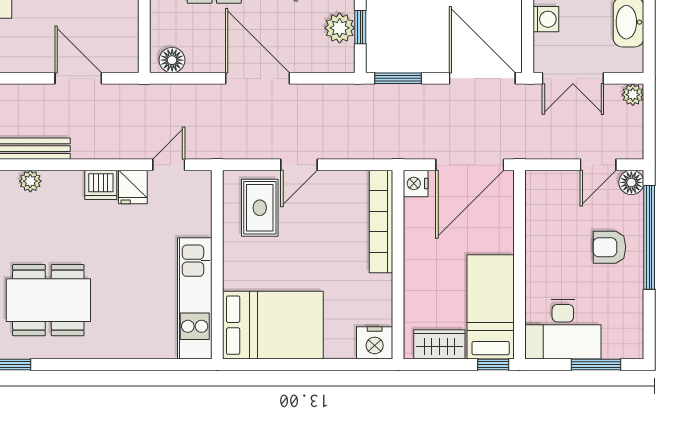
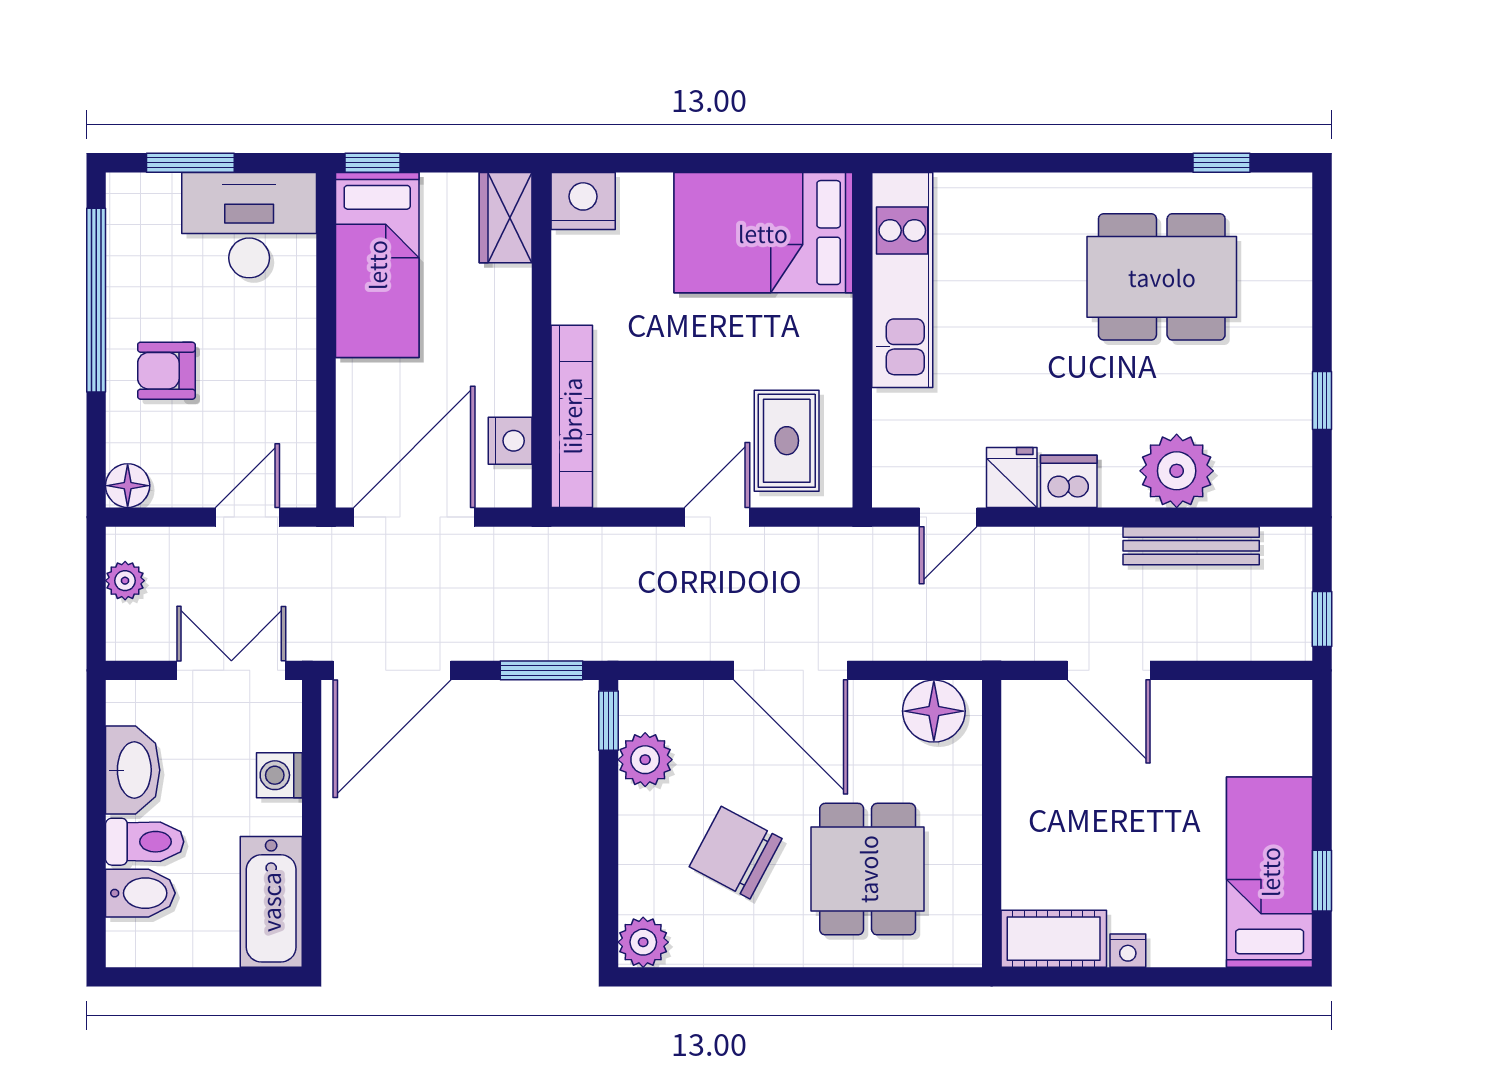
window: (360, 27) -> (608, 721), moved
floor lamp: (172, 60) -> (934, 711), width x1.38, depth x1.38
door: (482, 78) -> (392, 670), hinge flipped
plant: (633, 95) -> (125, 581), moved
door: (598, 165) -> (247, 517), moved
plant: (30, 181) -> (1177, 471), width x1.88, depth x1.88
nightstand: (416, 183) -> (510, 441), moved
window: (649, 237) -> (96, 300), moved
armchair: (609, 247) -> (166, 371), turned 180
wardrobe: (439, 344) -> (506, 218), moved, turned 90

